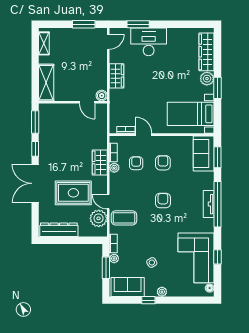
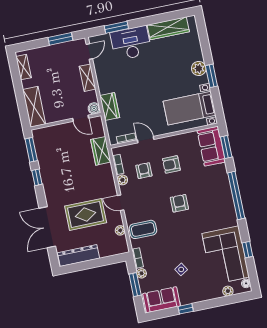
wardrobe: (206, 52) -> (168, 28), moved, turned -90
shelving: (102, 66) -> (88, 78), added
wardrobe: (117, 76) -> (110, 106), moved
wardrobe: (100, 163) -> (101, 151), moved
armchair: (163, 163) -> (171, 164), turned -90
double door: (35, 183) -> (47, 227), moved
door: (108, 202) -> (121, 203), moved
tv unit: (209, 204) -> (227, 197), removed
plant: (99, 218) -> (120, 230), width x0.53, depth x0.53
plant: (162, 292) -> (228, 291), moved

